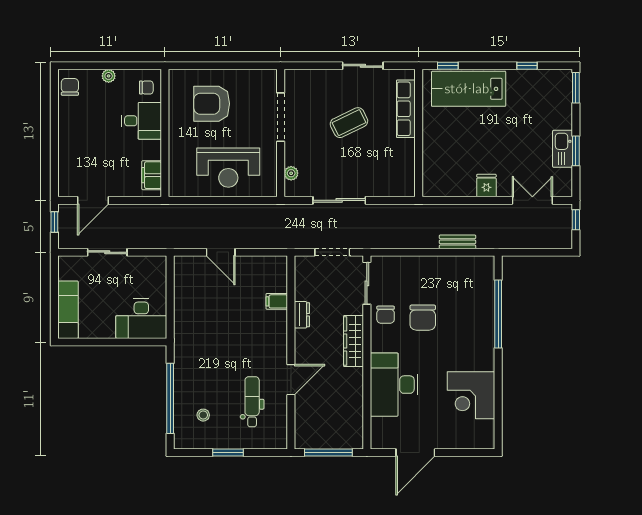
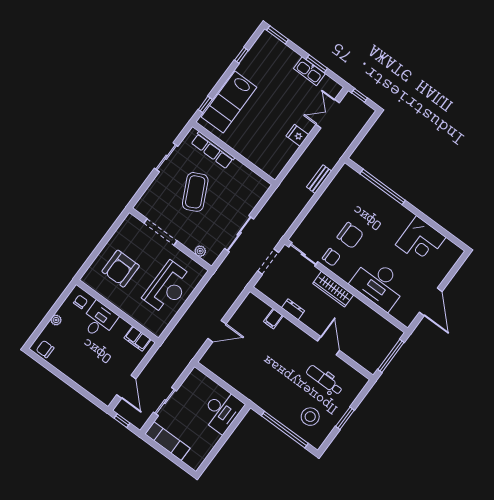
coffee table: (349, 123) -> (195, 192), width x1.36, depth x1.32
exam couch: (68, 310) -> (168, 441), moved
stool: (203, 415) -> (310, 417), width x1.89, depth x1.89

